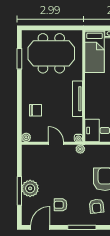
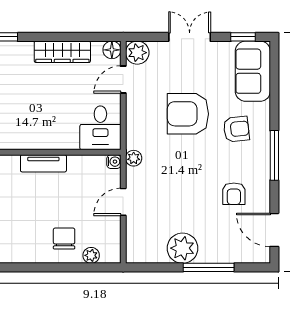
tv unit: (77, 99) -> (43, 163), width x0.71
plant: (26, 137) -> (91, 255), moved
plant: (30, 188) -> (183, 248), moved

